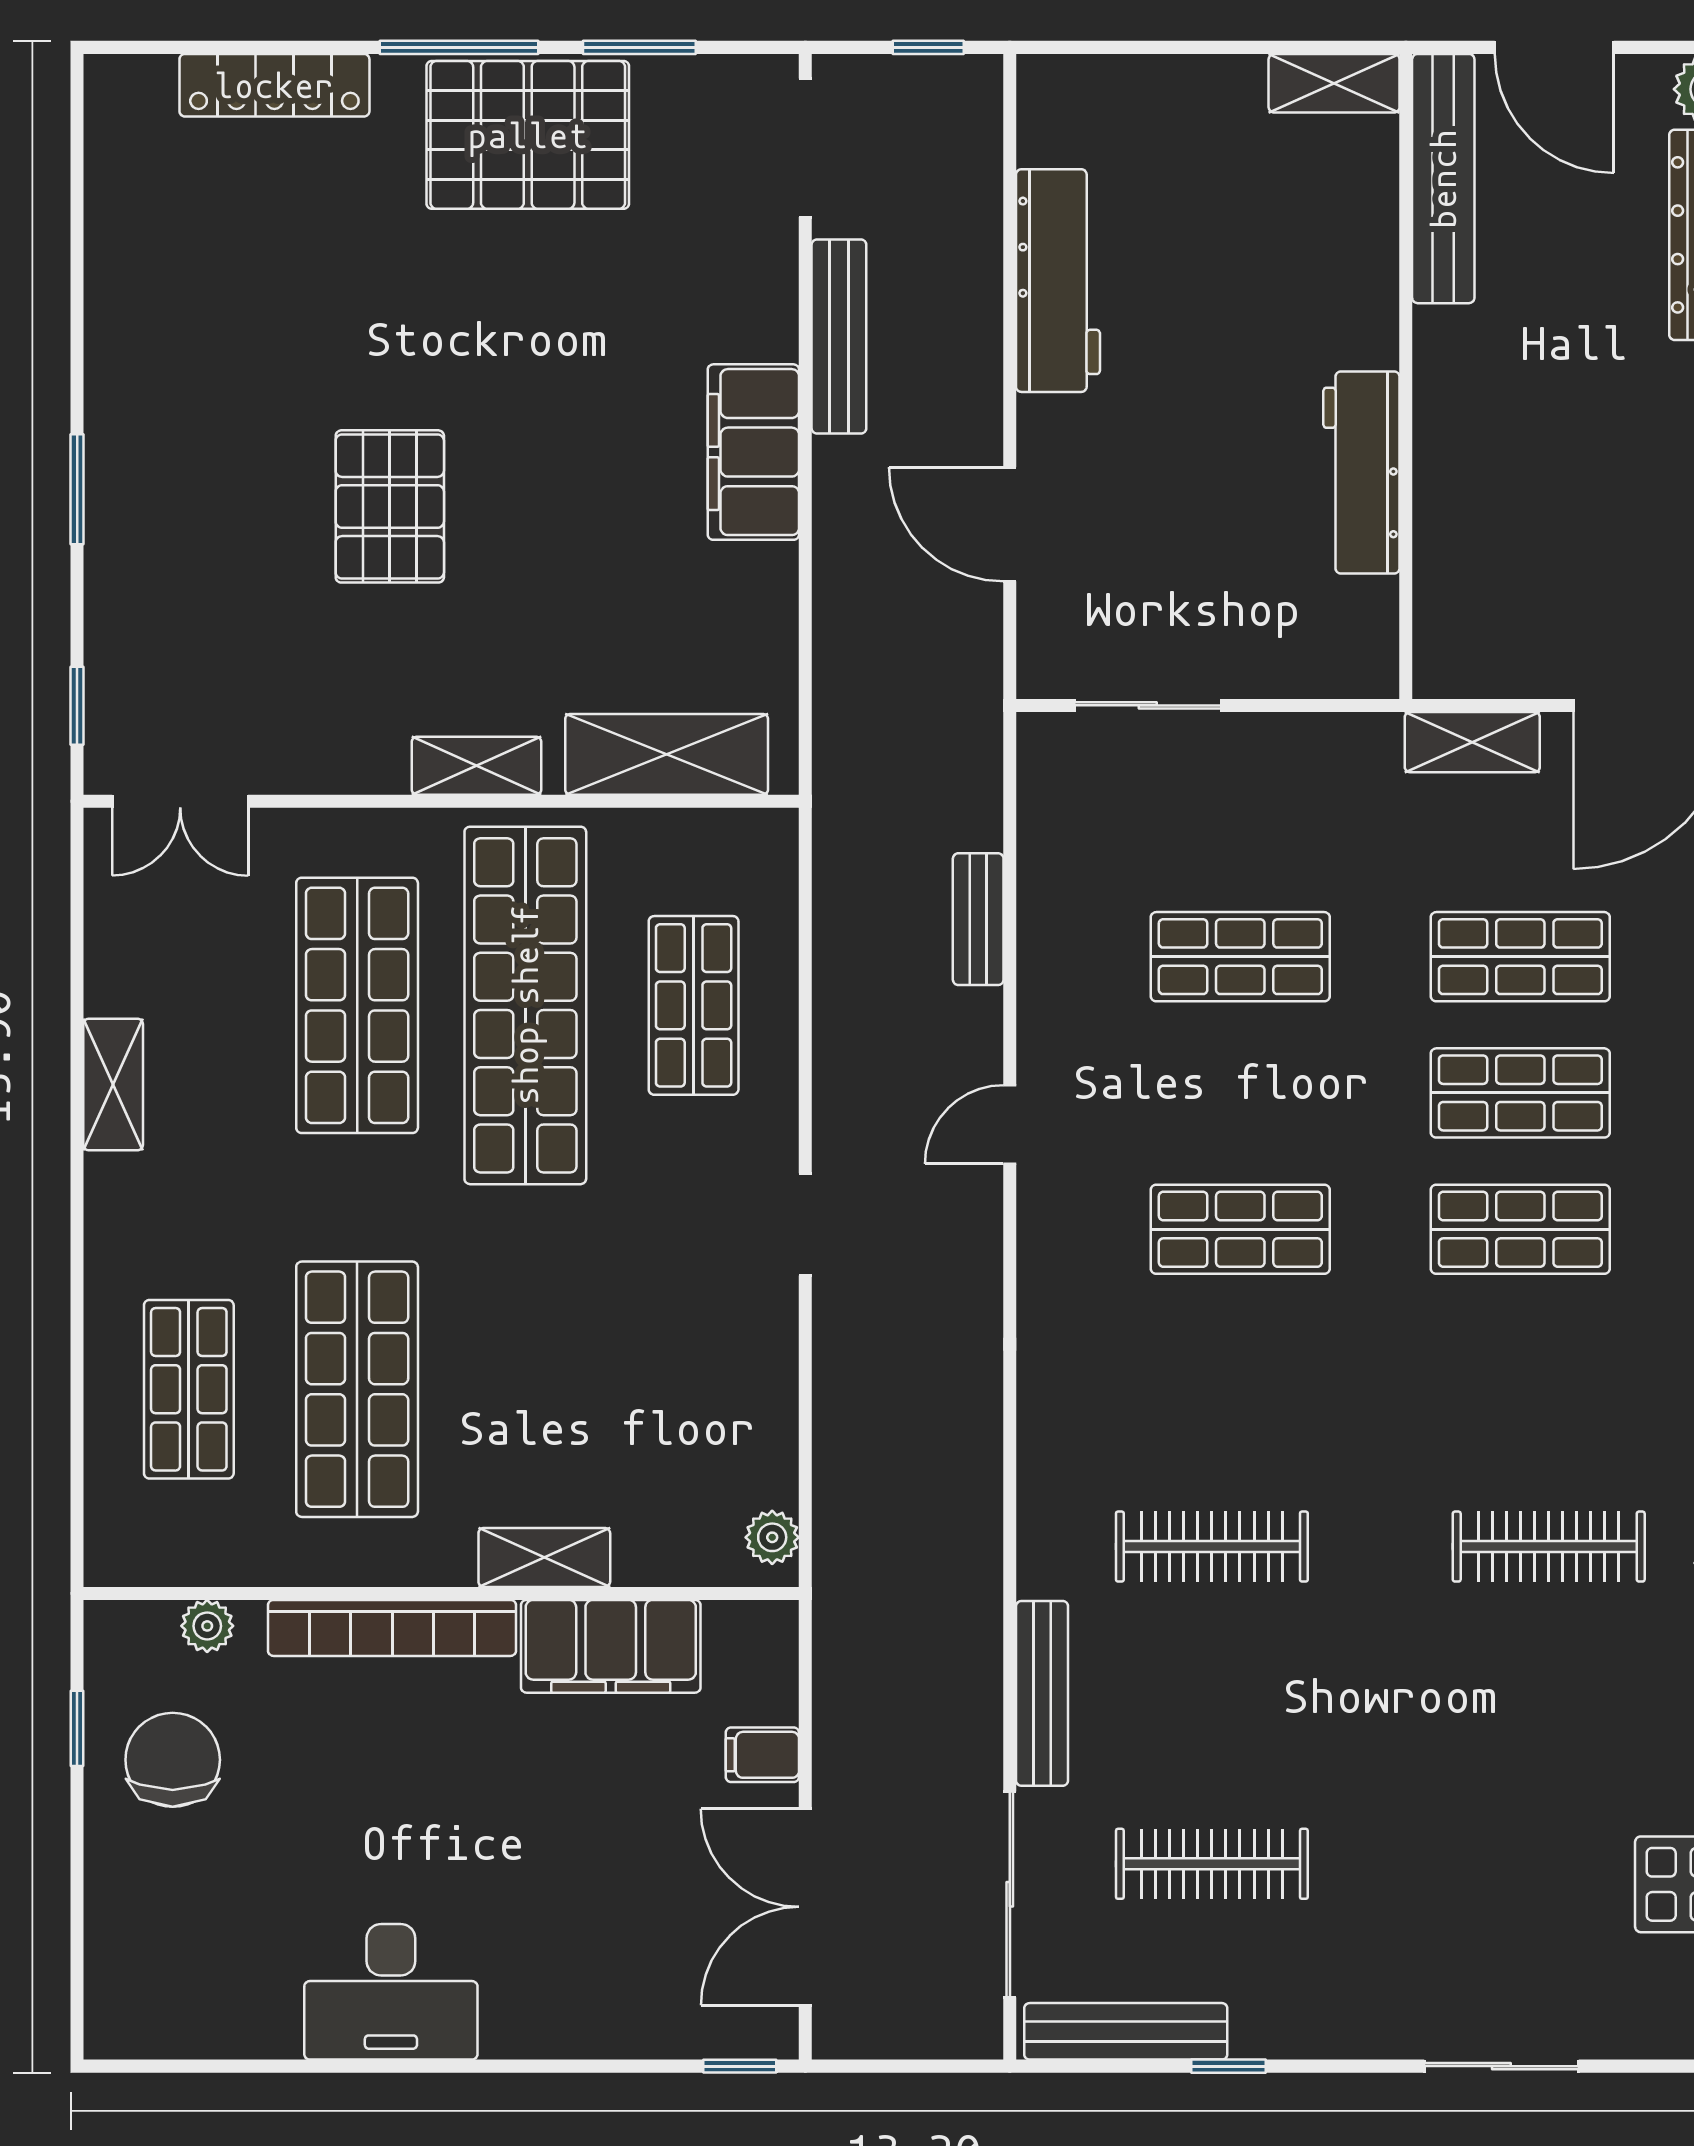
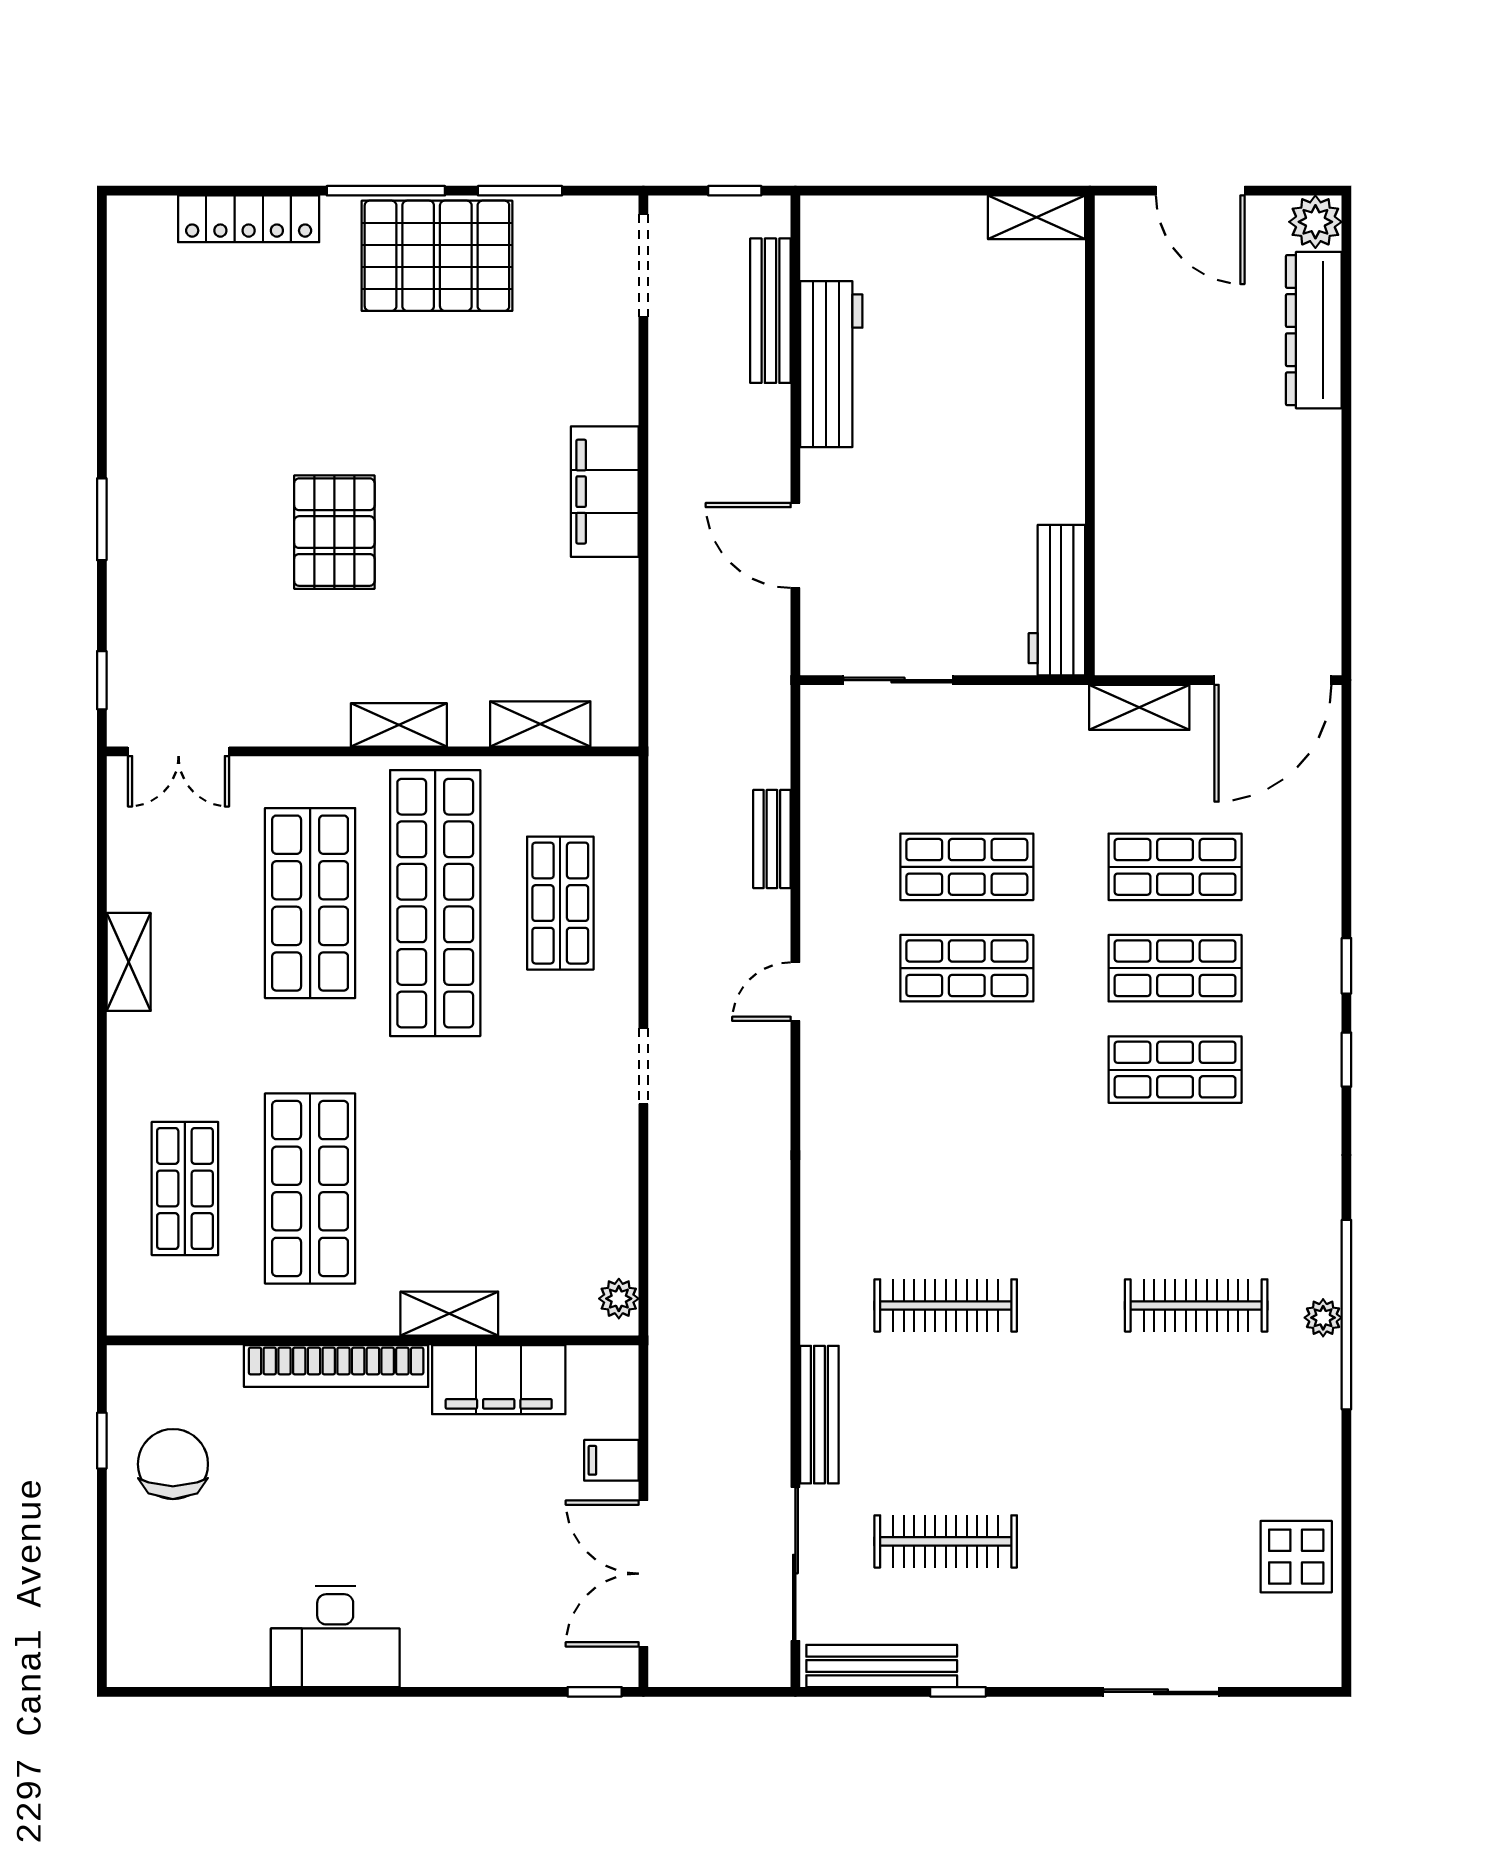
bench: (1443, 179) -> (1118, 288), removed
bench: (839, 336) -> (770, 311), moved
workbench: (1361, 473) -> (1057, 600), moved
shelving: (667, 754) -> (540, 724), width x0.67, depth x0.75
shop shelf: (1240, 1229) -> (967, 968), moved
plant: (207, 1626) -> (199, 1365), removed

